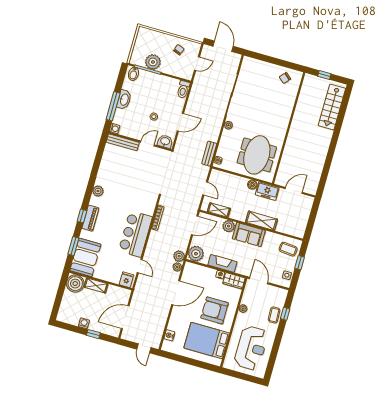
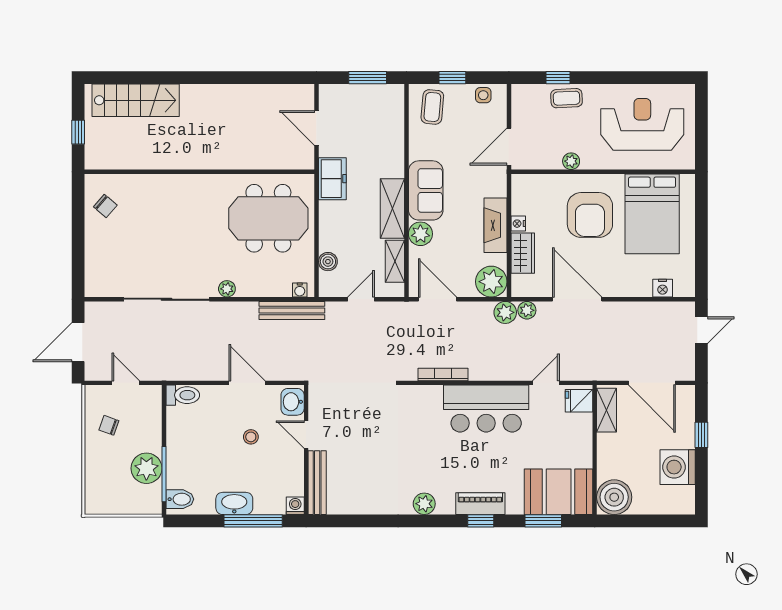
bench: (209, 154) -> (292, 310), width x1.36
boiler: (252, 185) -> (328, 262), moved
shelving: (261, 221) -> (392, 209), moved
window: (311, 222) -> (368, 78), added
wardrobe: (234, 281) -> (523, 253), moved
shelving: (96, 285) -> (607, 410), moved
washing machine: (84, 323) -> (678, 467), width x1.89, depth x1.89

